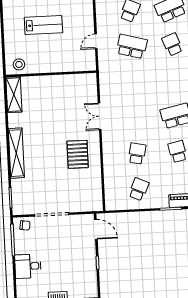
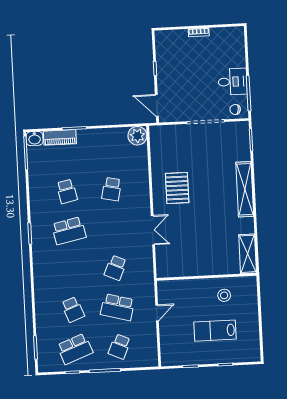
stool: (19, 64) -> (224, 295), moved
school desk: (139, 189) -> (116, 268), moved
plant: (114, 202) -> (137, 136), added
desk: (28, 266) -> (233, 82), moved

